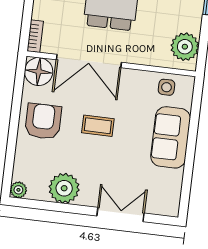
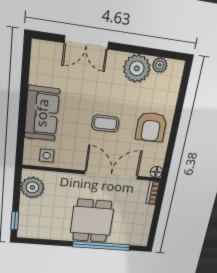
floor lamp: (39, 72) -> (156, 172), width x0.53, depth x0.53
plant: (18, 190) -> (160, 65), moved

